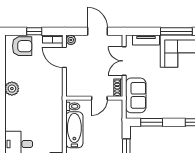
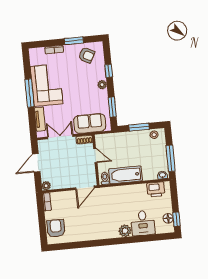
window: (34, 31) -> (42, 219), removed
door: (64, 57) -> (85, 188), moved
double door: (124, 61) -> (60, 137), swing flipped
plant: (12, 89) -> (125, 231), moved
plant: (178, 113) -> (102, 85), added

